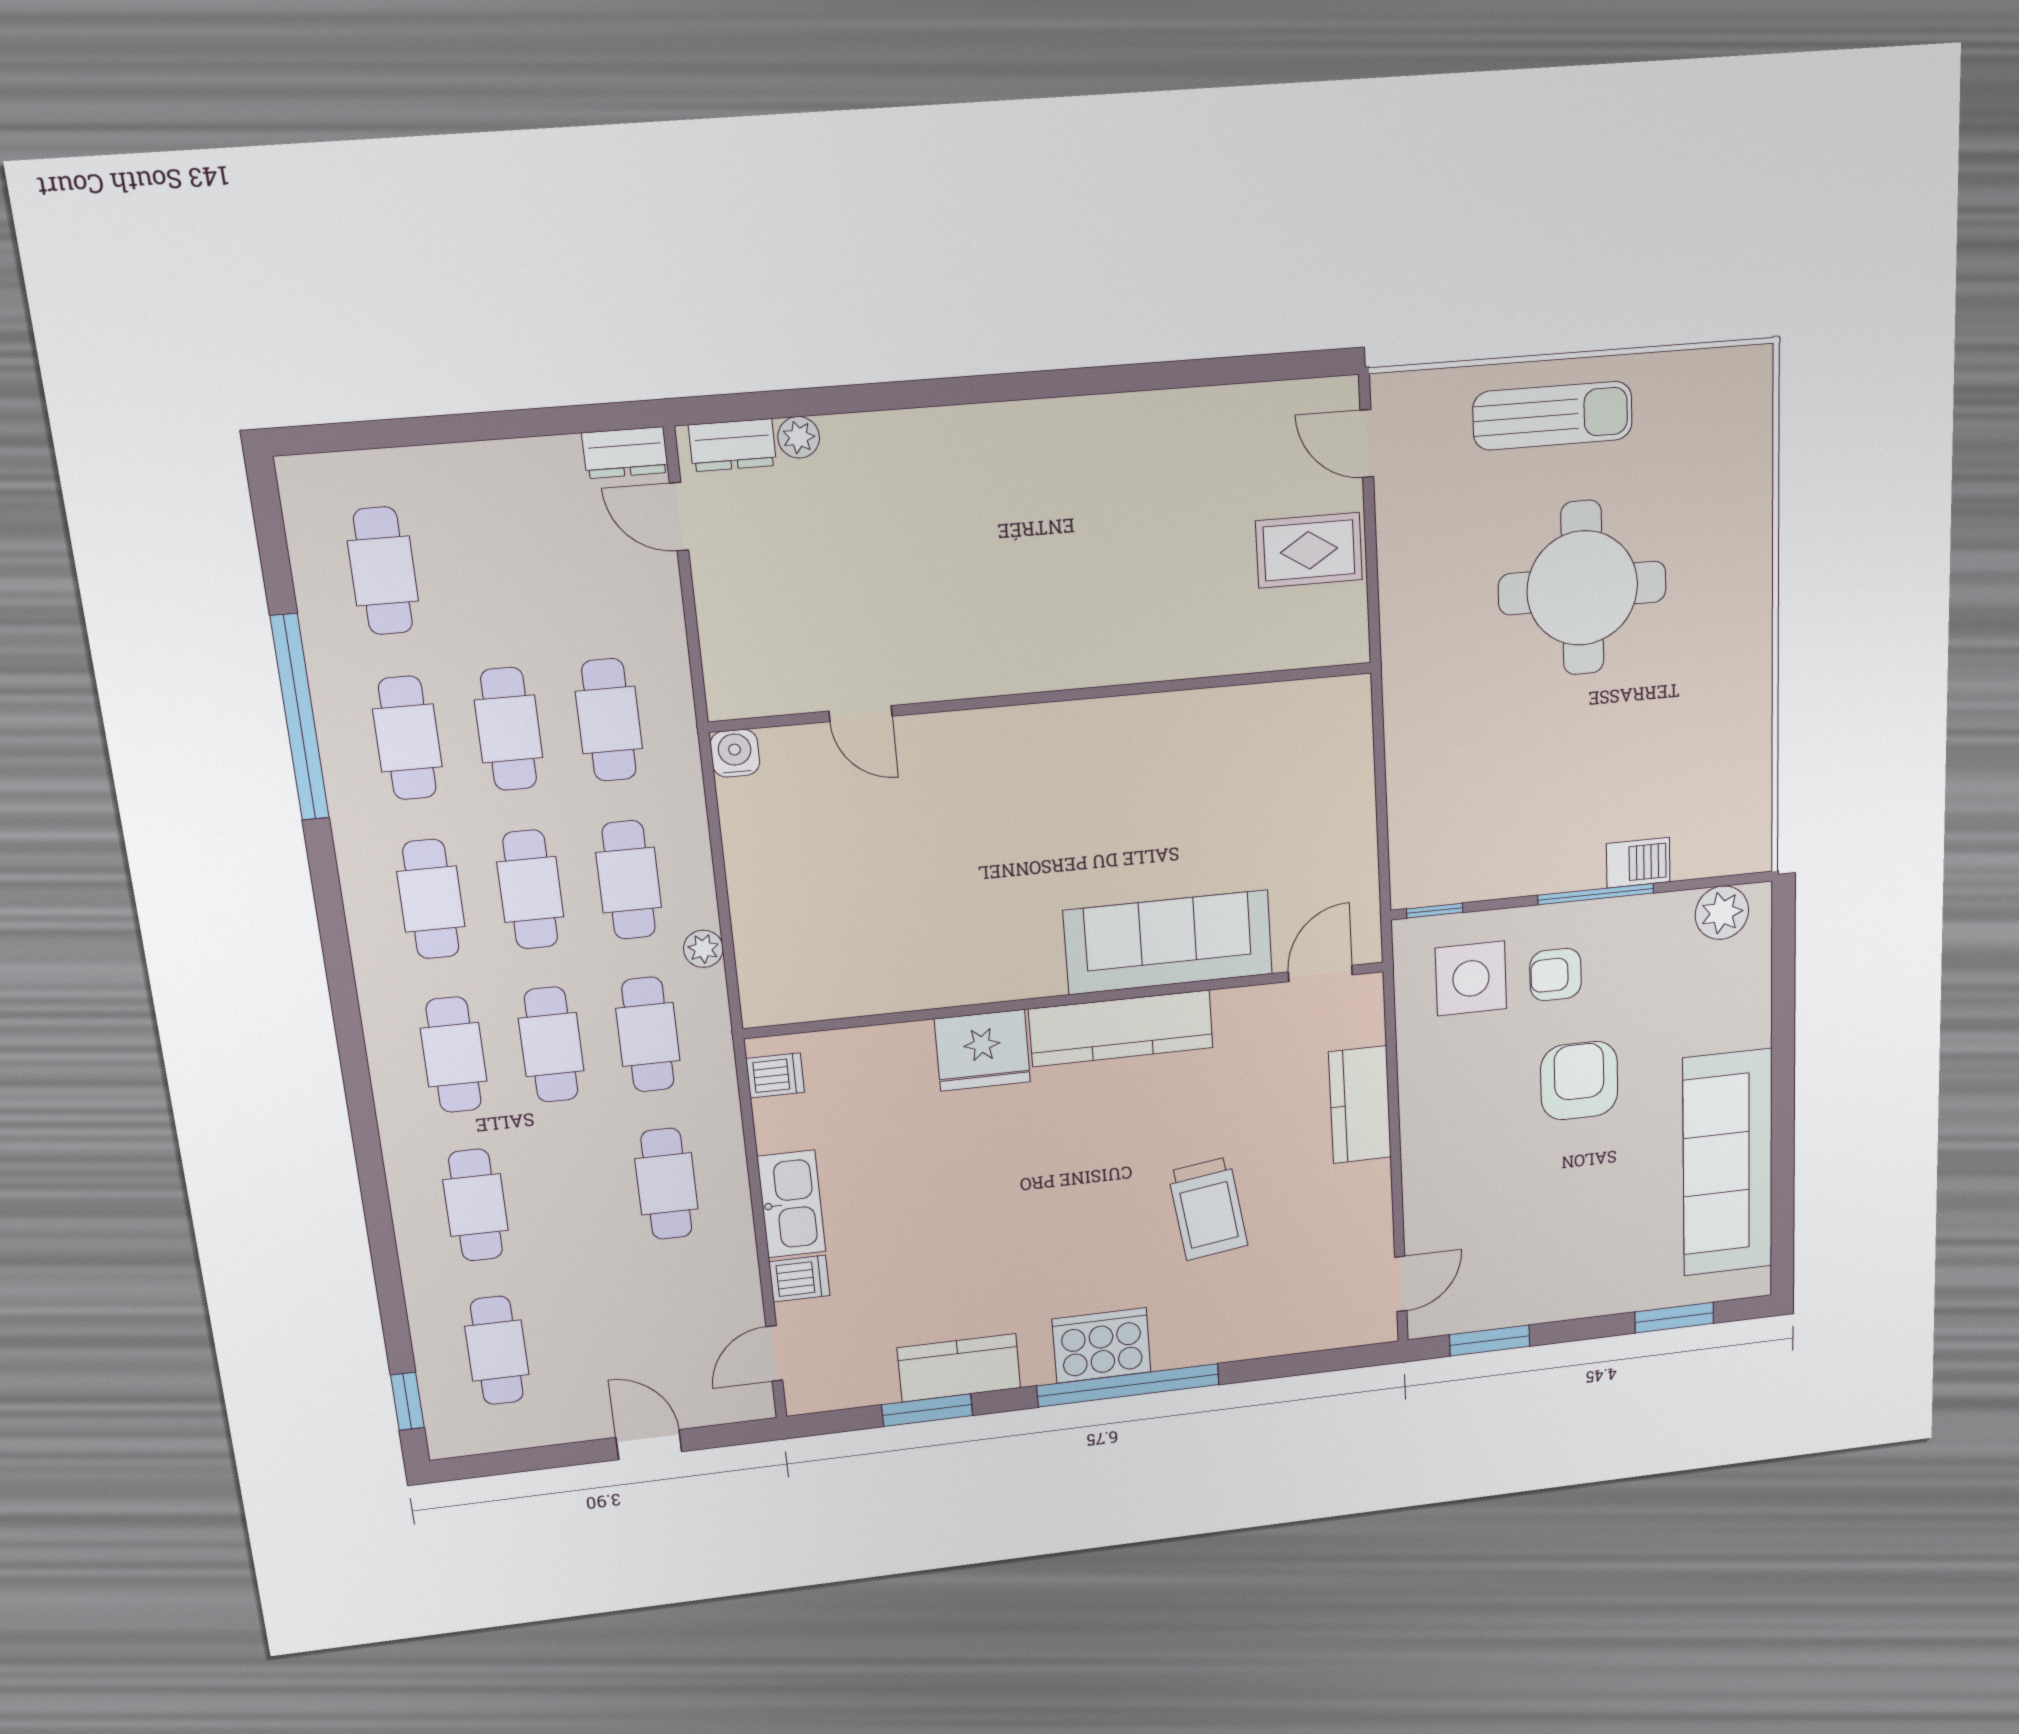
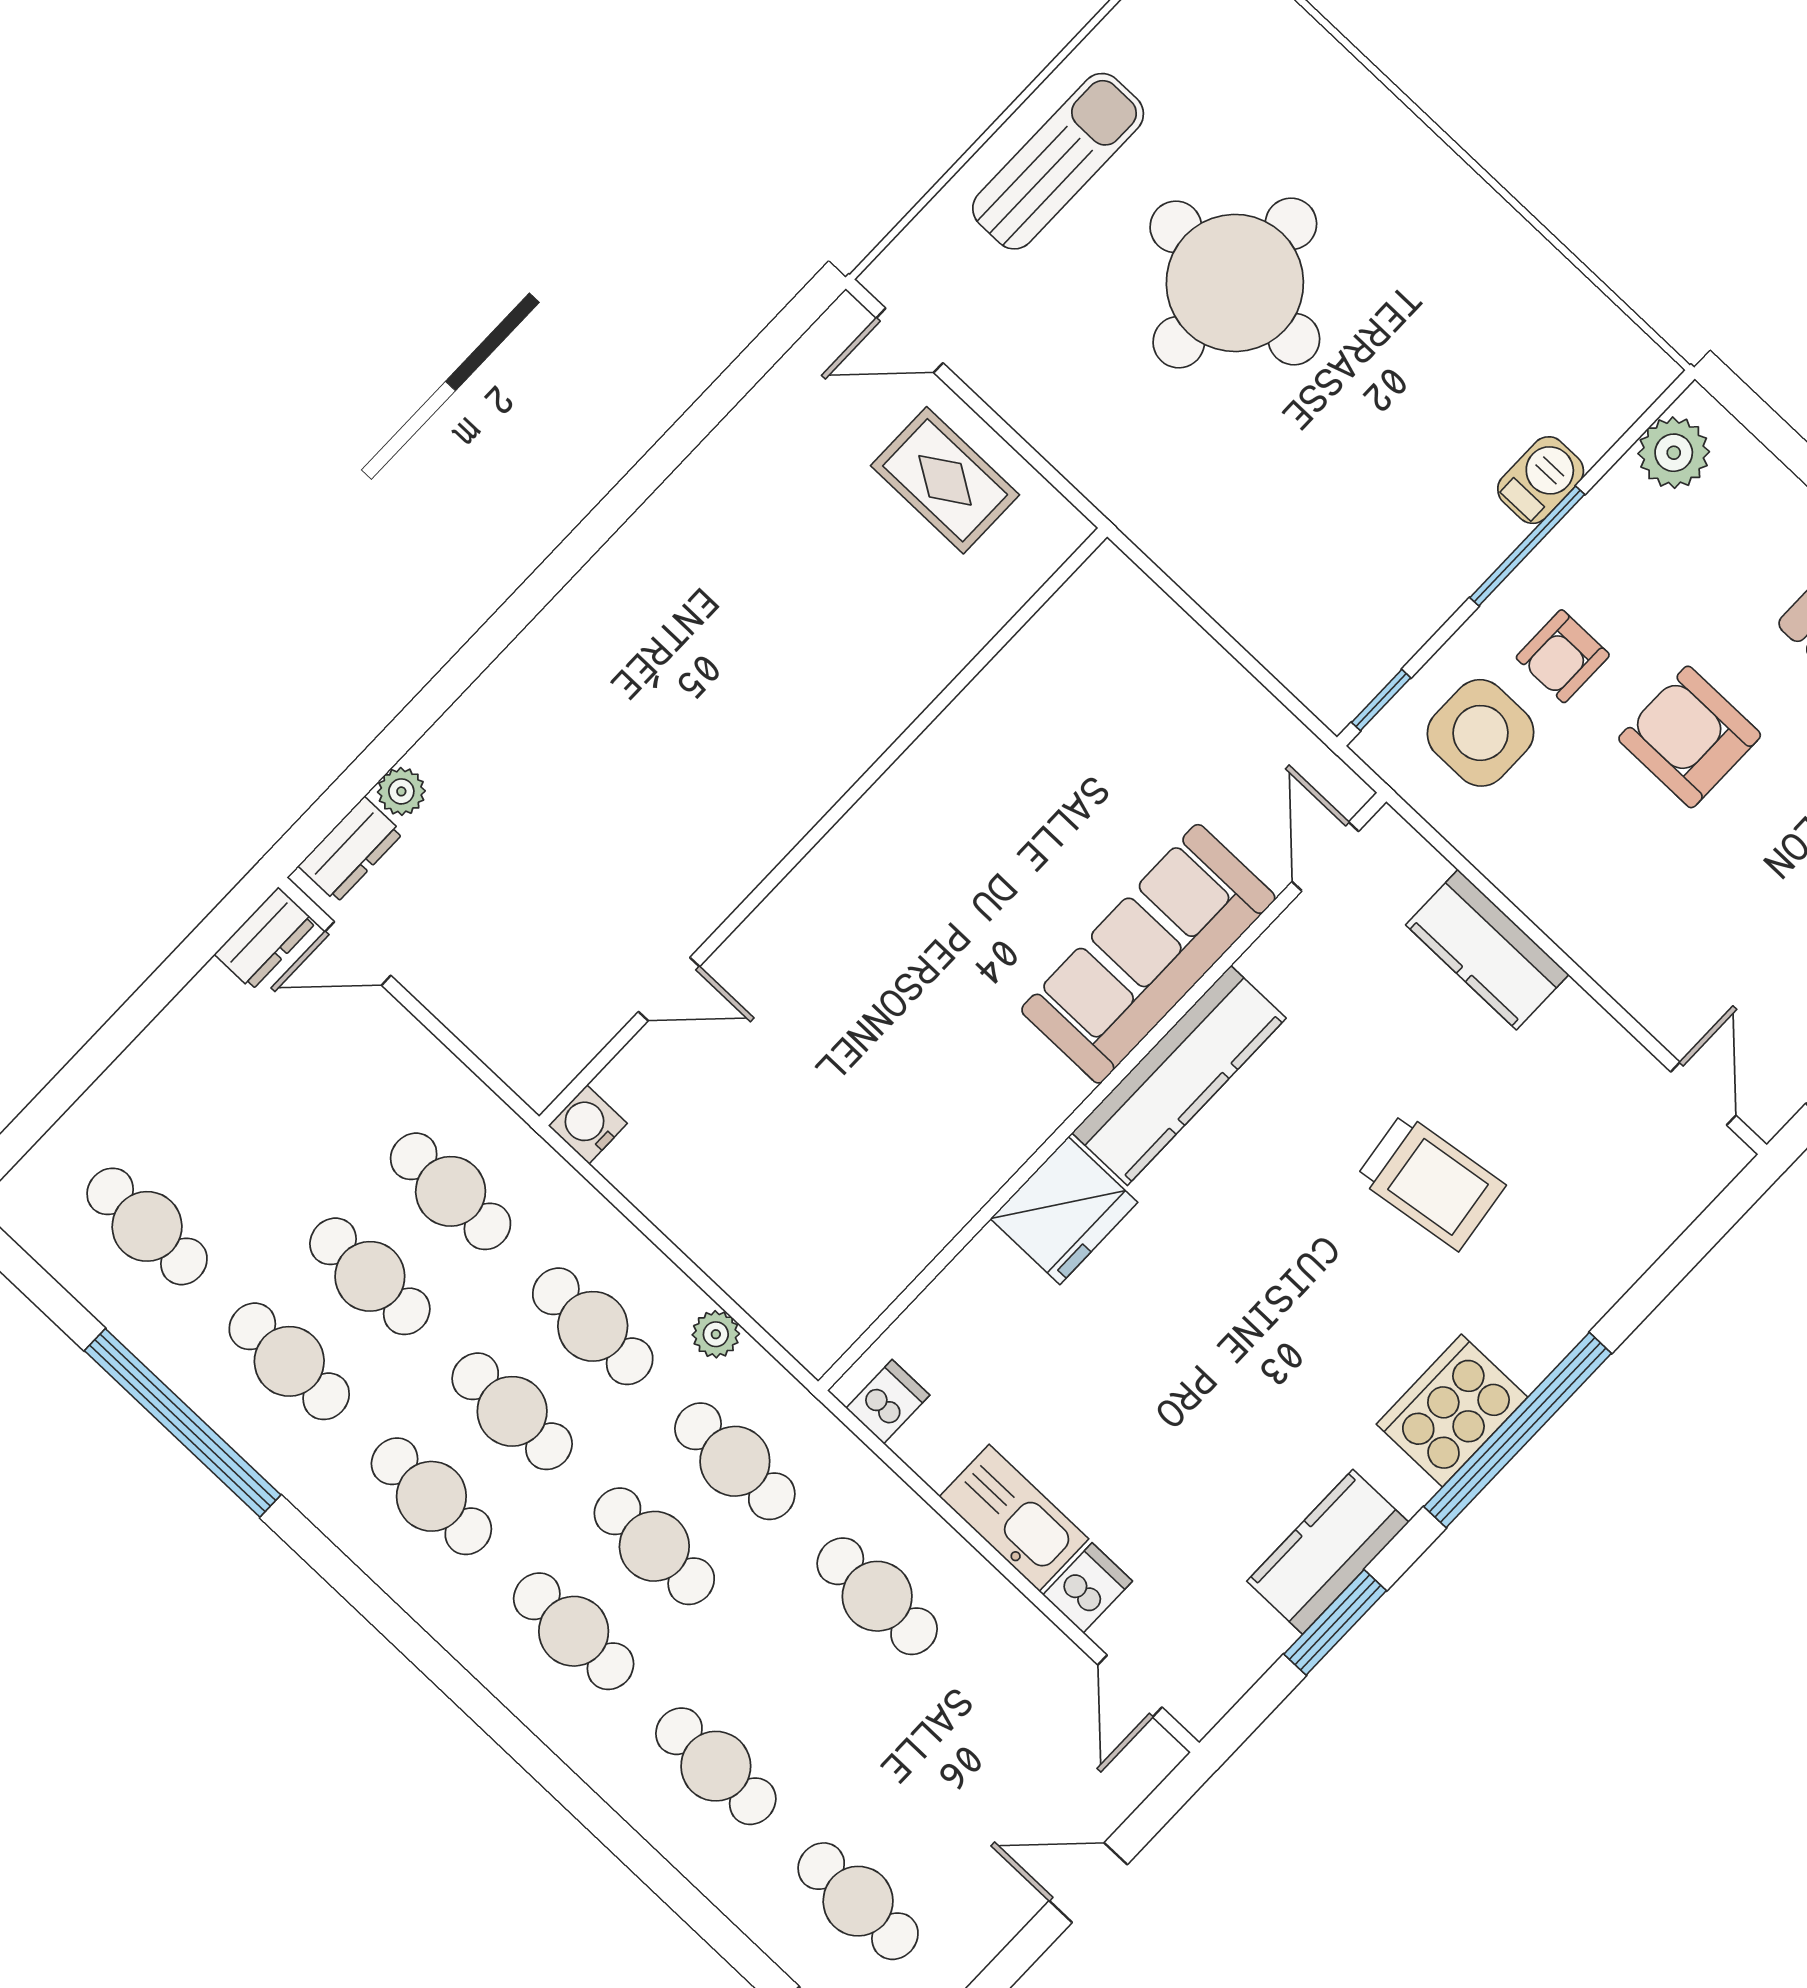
rug: (1309, 550) -> (945, 480), turned 90

